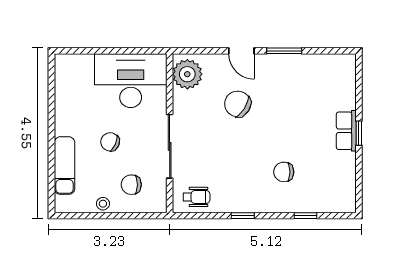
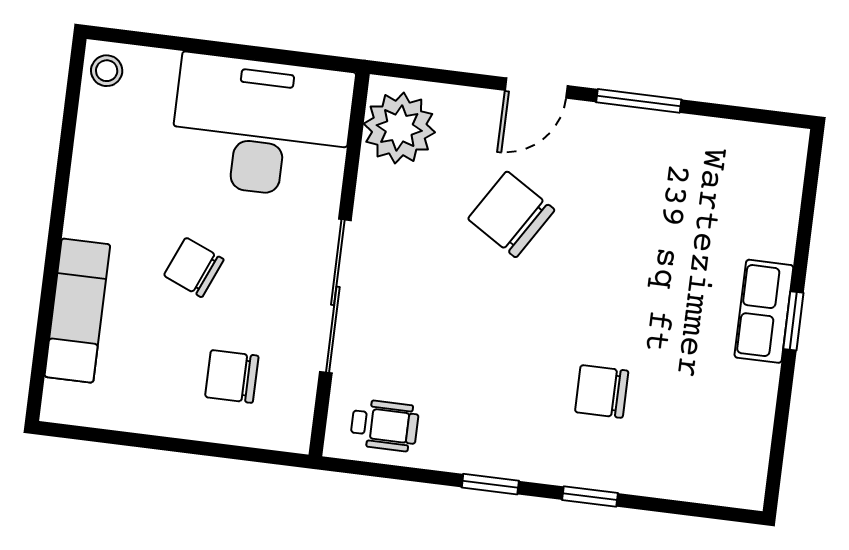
door: (241, 51) -> (536, 88), hinge flipped
stool: (103, 204) -> (107, 71), moved
window: (305, 216) -> (590, 497), moved

